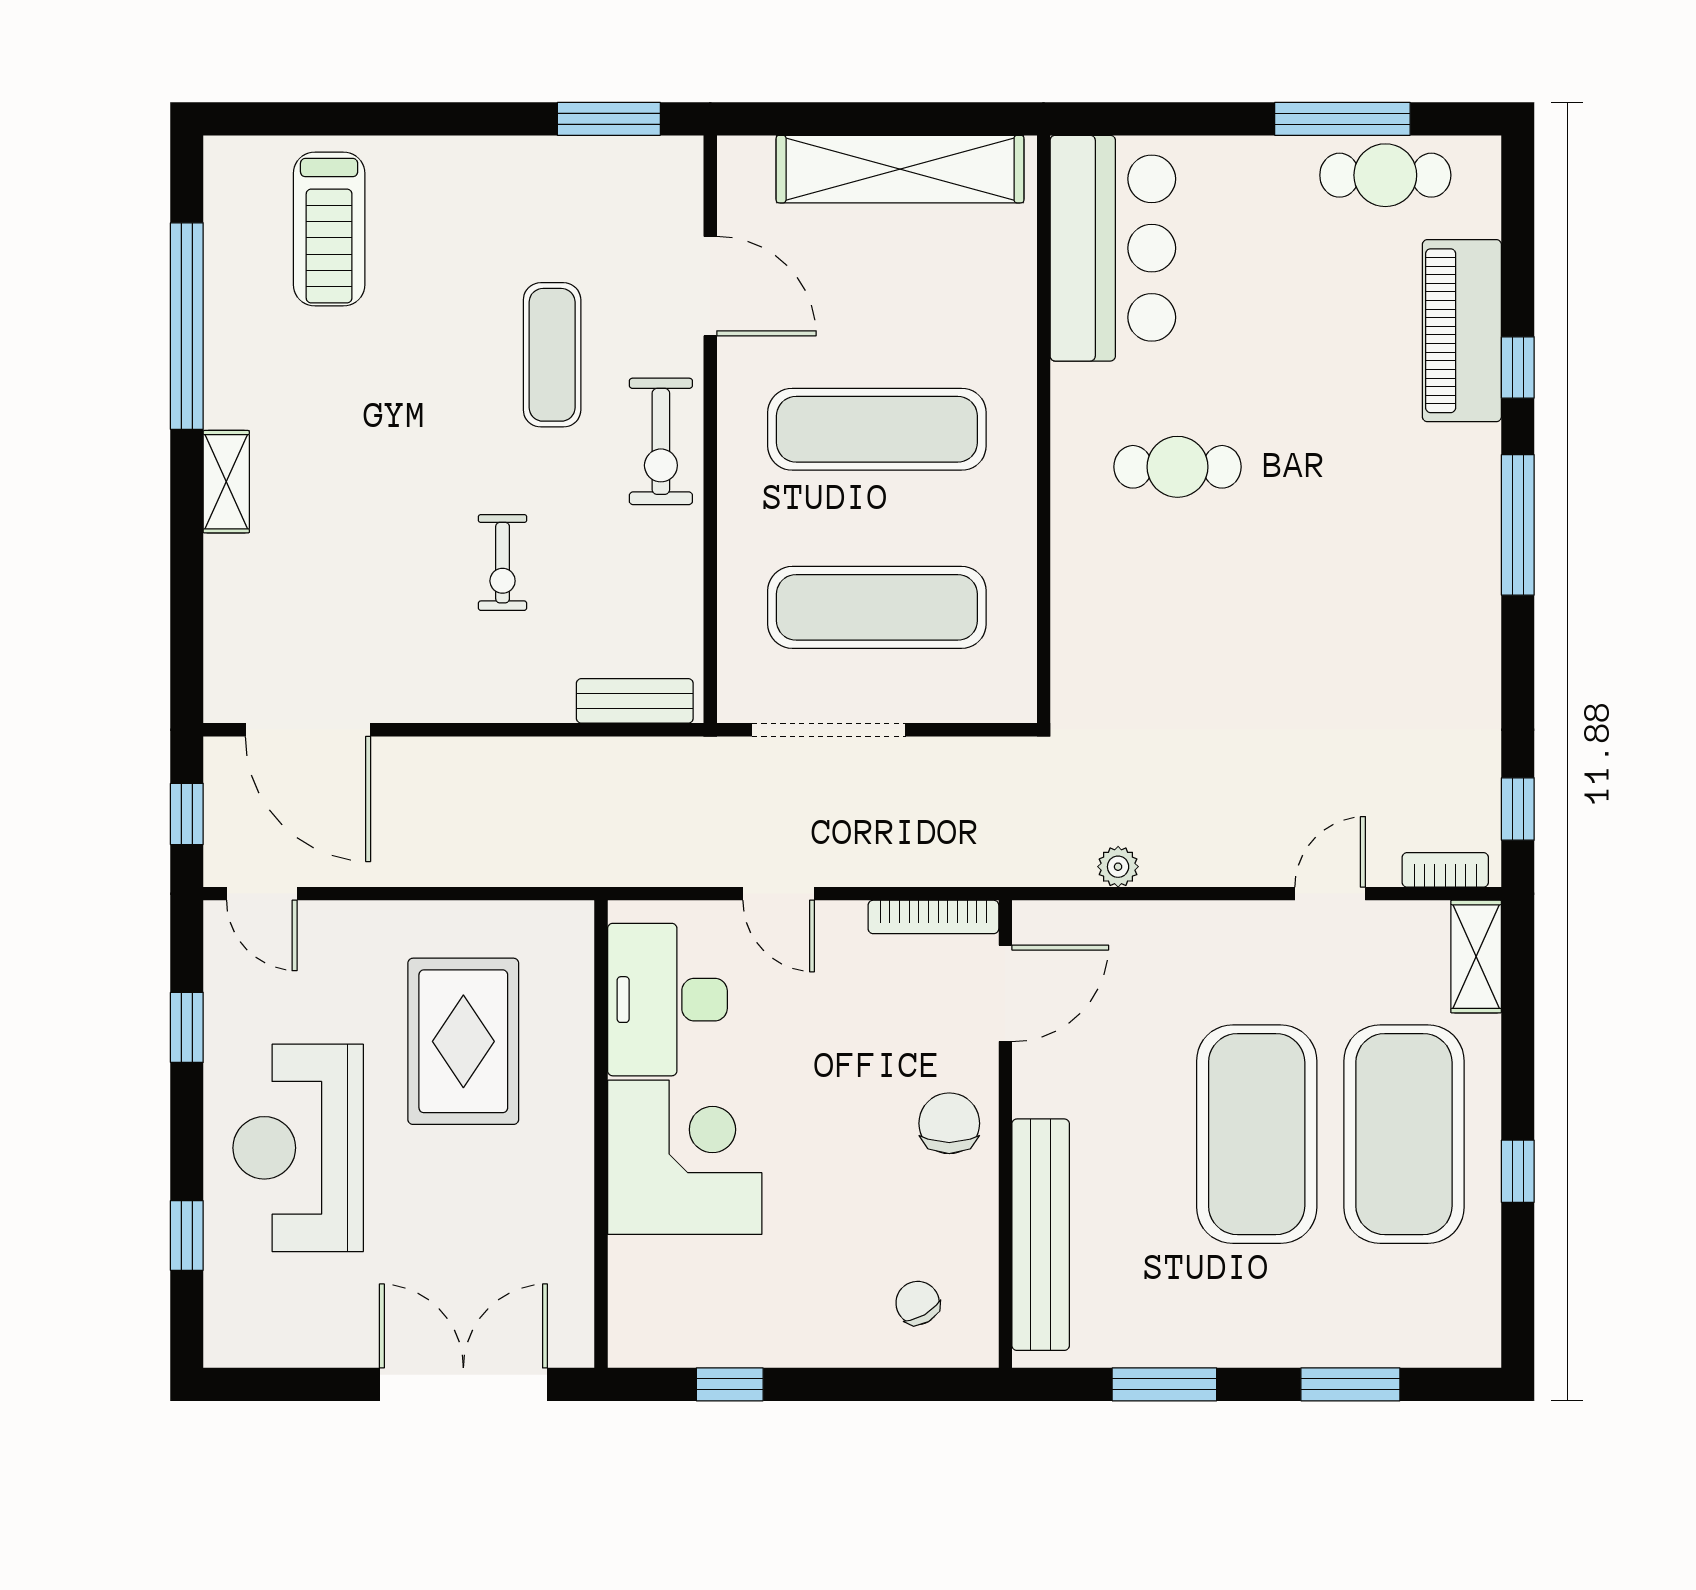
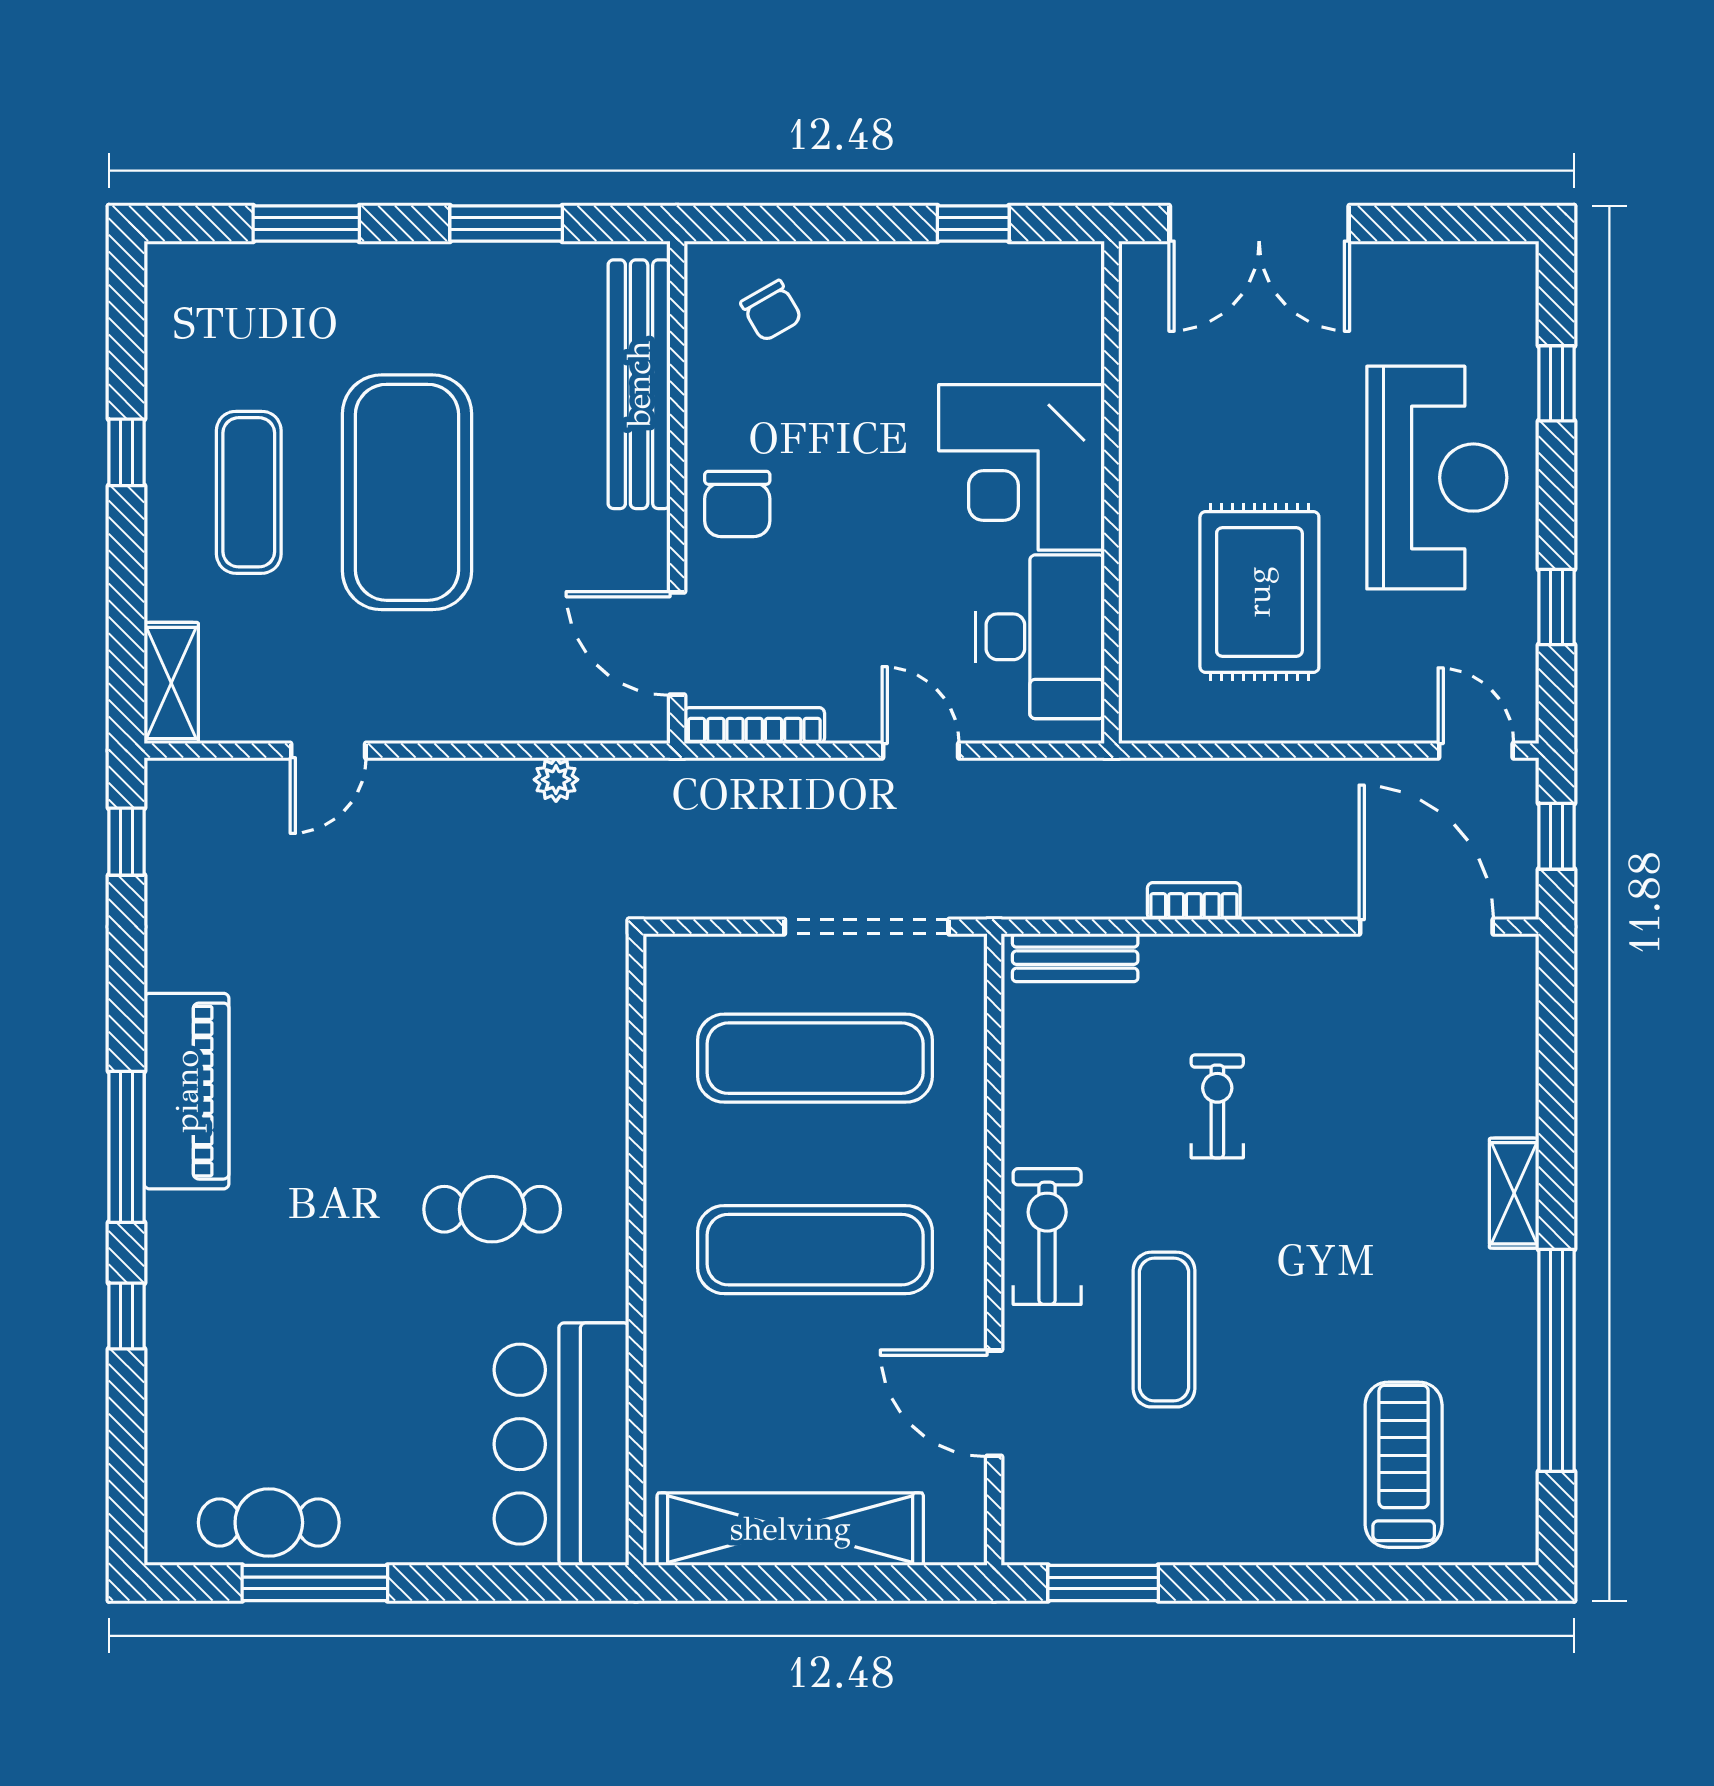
piano: (1462, 331) -> (187, 1091), moved
bookcase: (1445, 870) -> (1194, 901), moved, turned 180
door: (1005, 993) -> (677, 643), hinge flipped
exercise mat: (1404, 1134) -> (249, 492), width x0.50, depth x0.69

